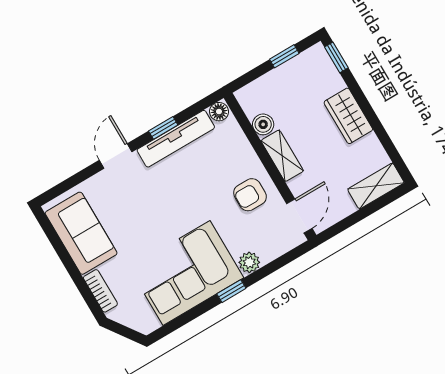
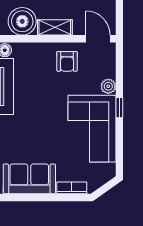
boiler: (263, 124) -> (22, 21), width x1.86, depth x1.86

